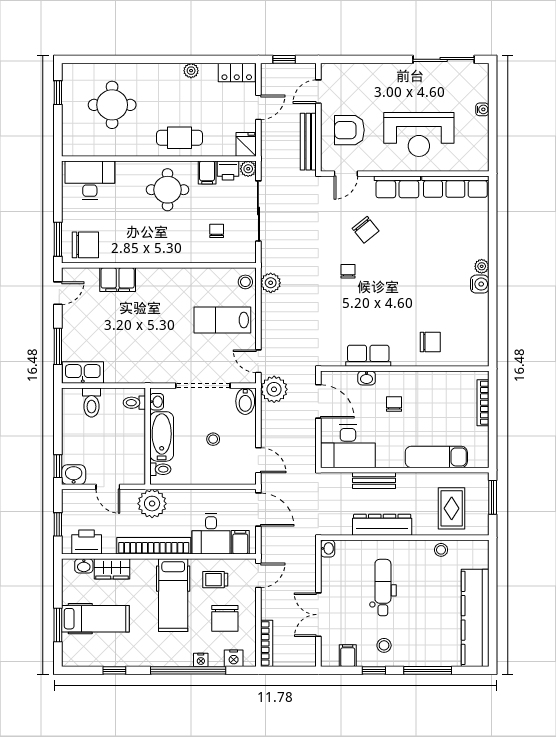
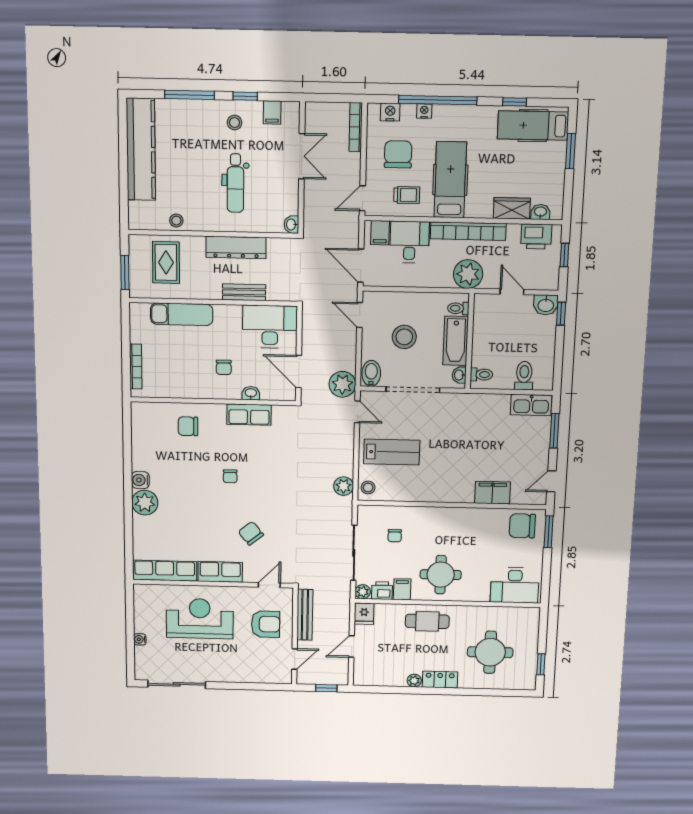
locker: (237, 73) -> (440, 680), moved
plant: (482, 266) -> (145, 503), width x1.88, depth x1.88
chair: (348, 271) -> (230, 476), moved
stool: (213, 439) -> (404, 337), width x1.89, depth x1.89
hospital bed: (95, 619) -> (533, 125), moved

